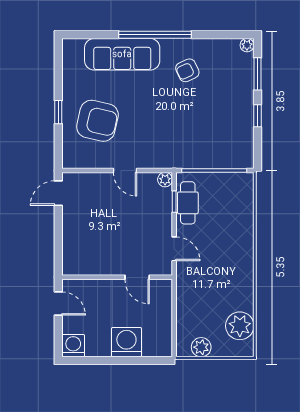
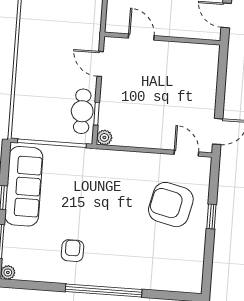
sofa: (122, 54) -> (24, 186), moved, turned 90
armchair: (187, 70) -> (72, 251), turned -65
door: (125, 170) -> (186, 153), moved

